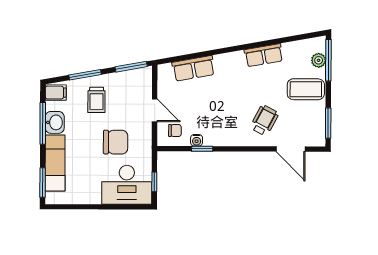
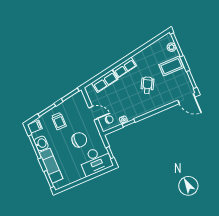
row of seats: (264, 55) -> (125, 67), moved
wheelchair: (264, 120) -> (147, 85), moved
door: (291, 149) -> (186, 99), moved

